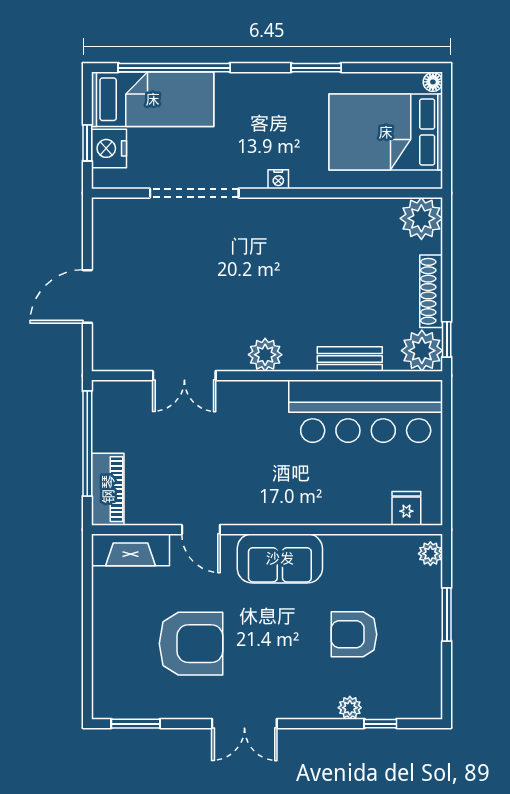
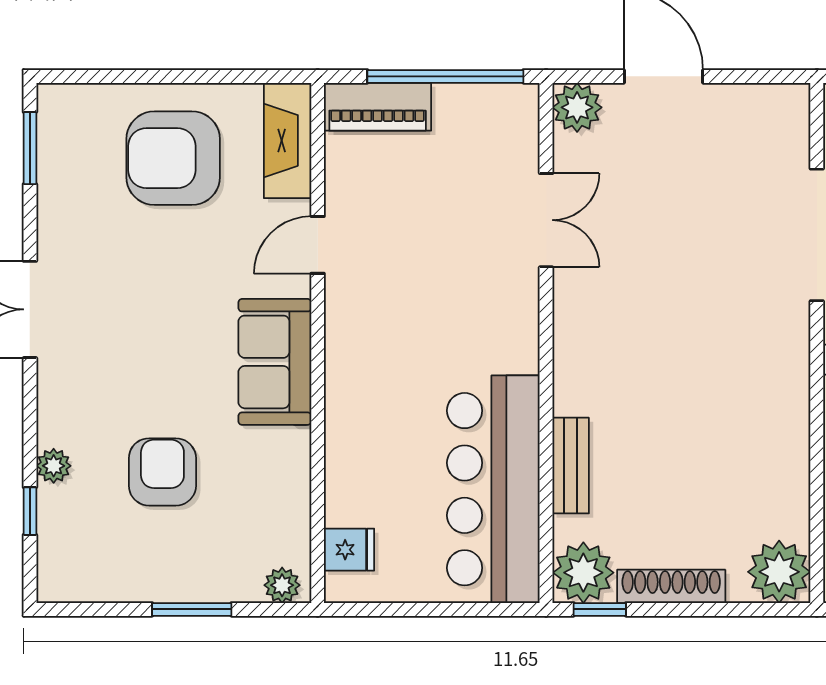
plant: (265, 355) -> (577, 107), moved
double door: (184, 376) -> (546, 220), swing flipped
armchair: (191, 644) -> (173, 158), moved, turned 90

